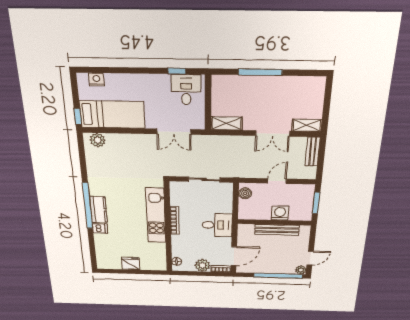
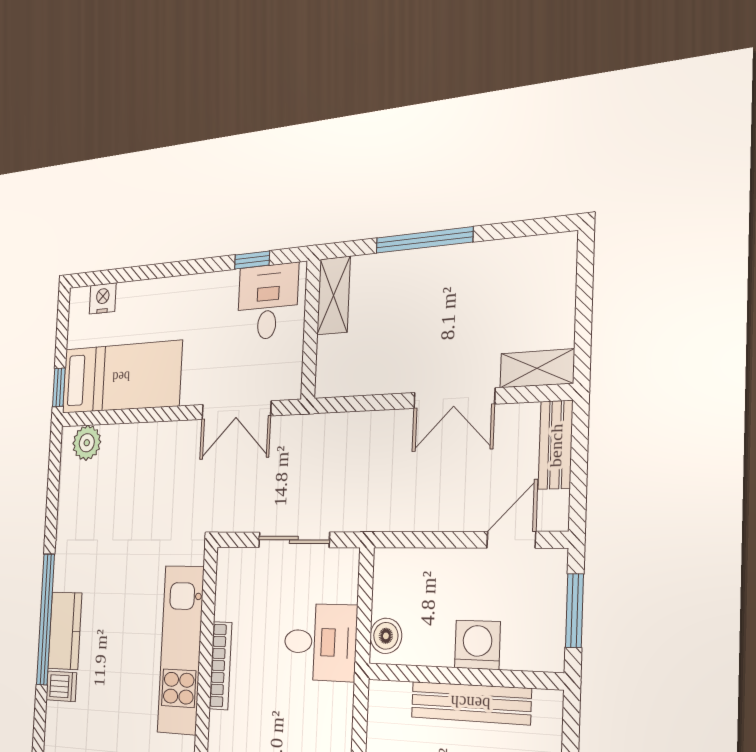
shelving: (226, 123) -> (334, 296), moved, turned 90
door: (277, 181) -> (511, 540), moved
boiler: (245, 193) -> (386, 636), moved
desk: (217, 225) -> (320, 642), moved

